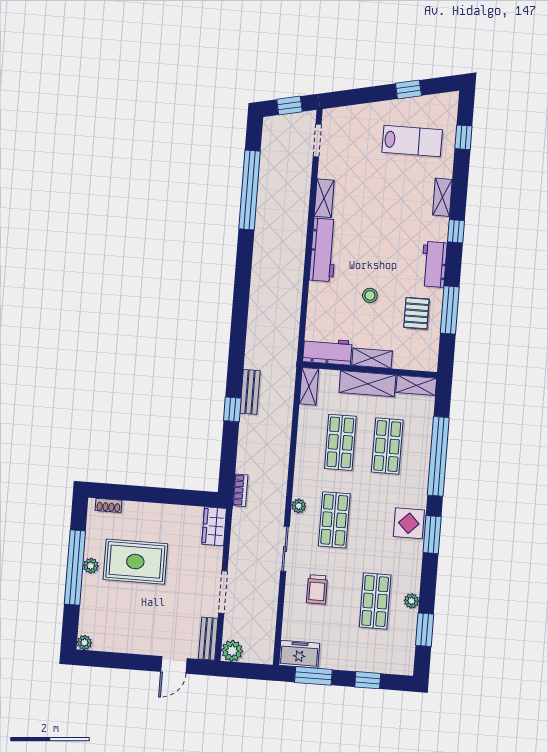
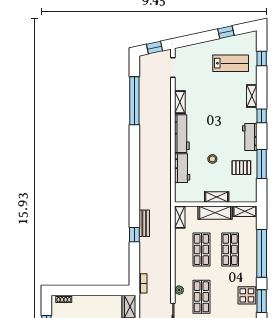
pallet: (416, 313) -> (241, 168), turned 90
workbench: (327, 351) -> (182, 168), moved, turned 90

